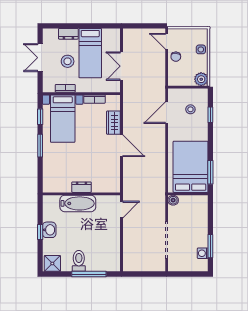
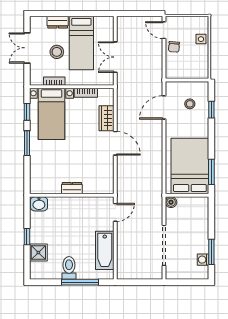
plant: (201, 79) -> (201, 71), removed
bathtub: (78, 203) -> (105, 250), moved, turned 90
washbasin: (49, 230) -> (39, 204), moved, turned 90
shower: (52, 263) -> (38, 253), moved

